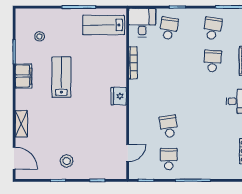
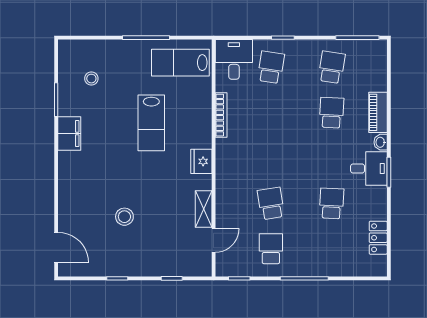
lab bench: (61, 77) -> (151, 123), moved, turned 180
shelving: (21, 124) -> (204, 209), moved
school desk: (212, 126) -> (332, 203), added
stool: (67, 161) -> (124, 217), moved

